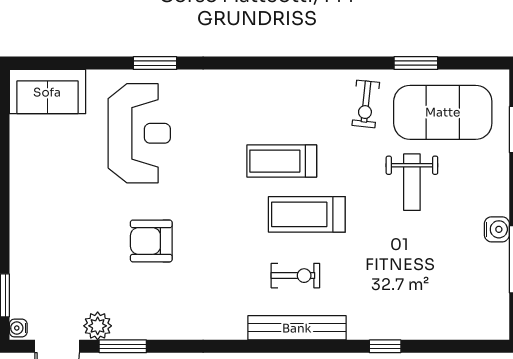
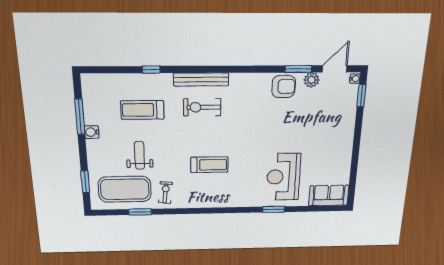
treadmill: (307, 214) -> (142, 110), moved, turned 180
armchair: (151, 241) -> (284, 87), moved
exercise bike: (295, 276) -> (202, 107), width x1.38, depth x1.39

